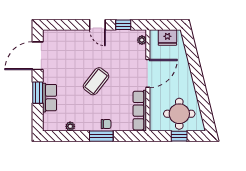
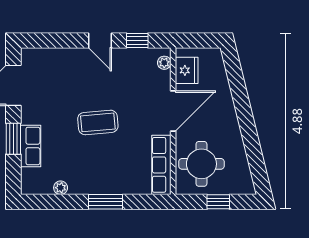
fridge: (167, 38) -> (187, 70), moved, turned -90
coffee table: (96, 81) -> (98, 122), turned 47
round table: (179, 114) -> (201, 164), moved
chair: (106, 124) -> (112, 184), removed

